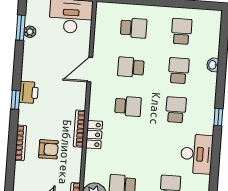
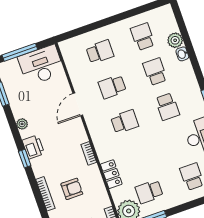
plant: (30, 32) -> (22, 124), moved
plant: (211, 49) -> (175, 40), added
school desk: (176, 110) -> (167, 107), turned 180
bookcase: (79, 129) -> (89, 153), width x0.64
locker: (94, 135) -> (111, 174), moved

